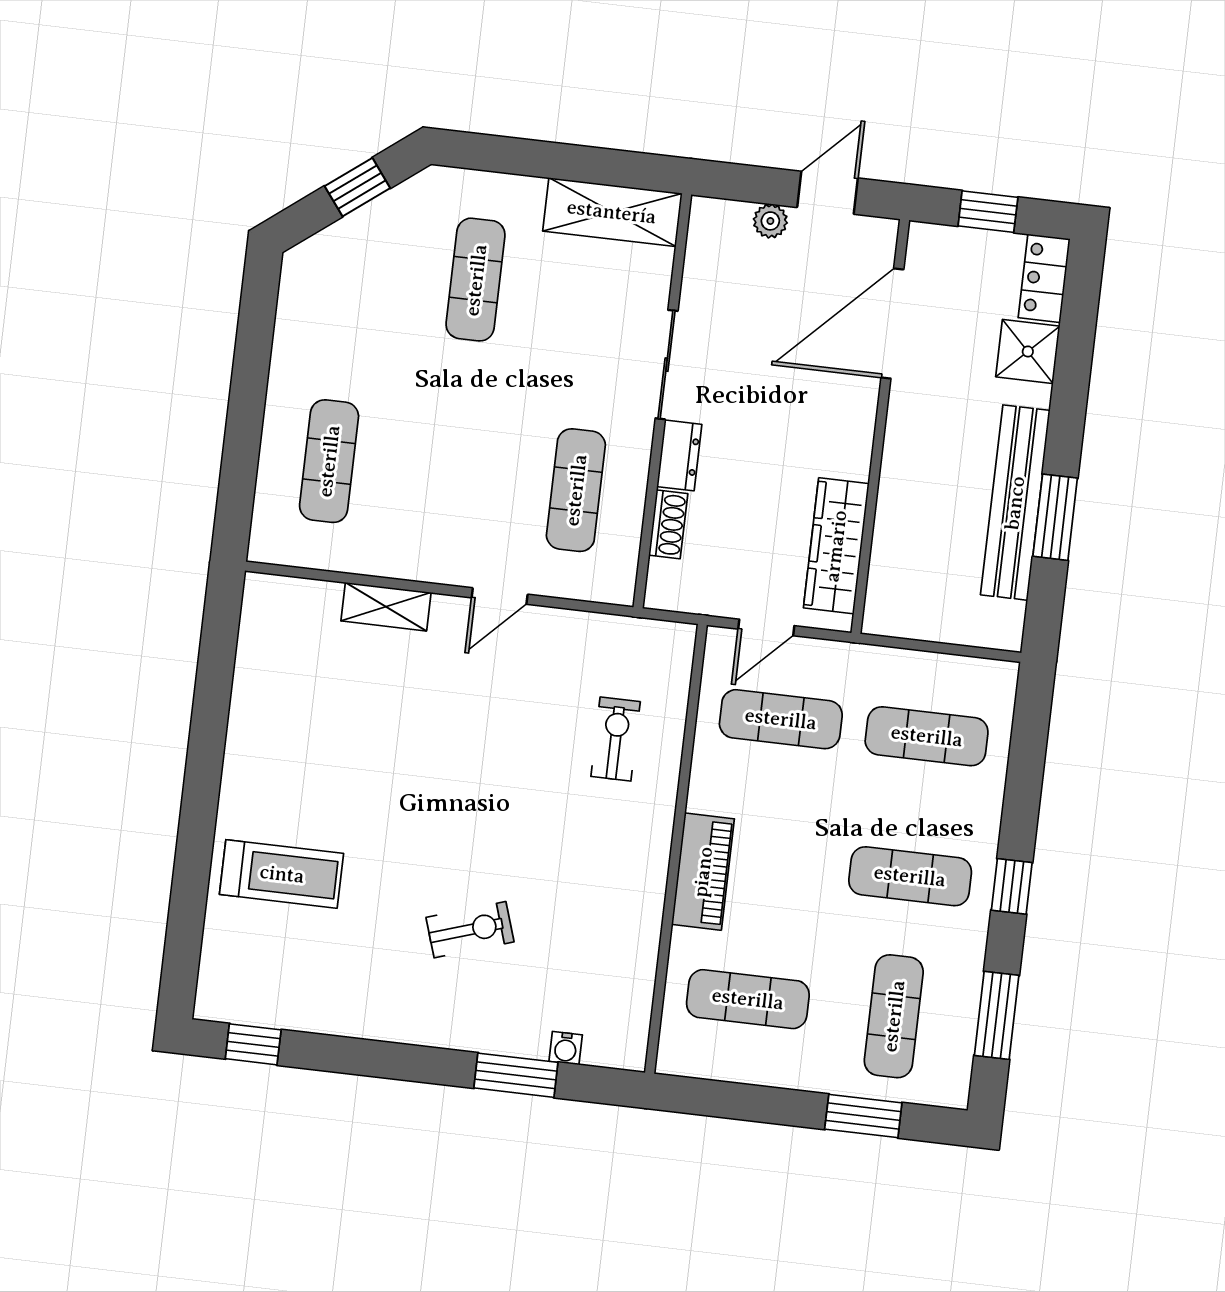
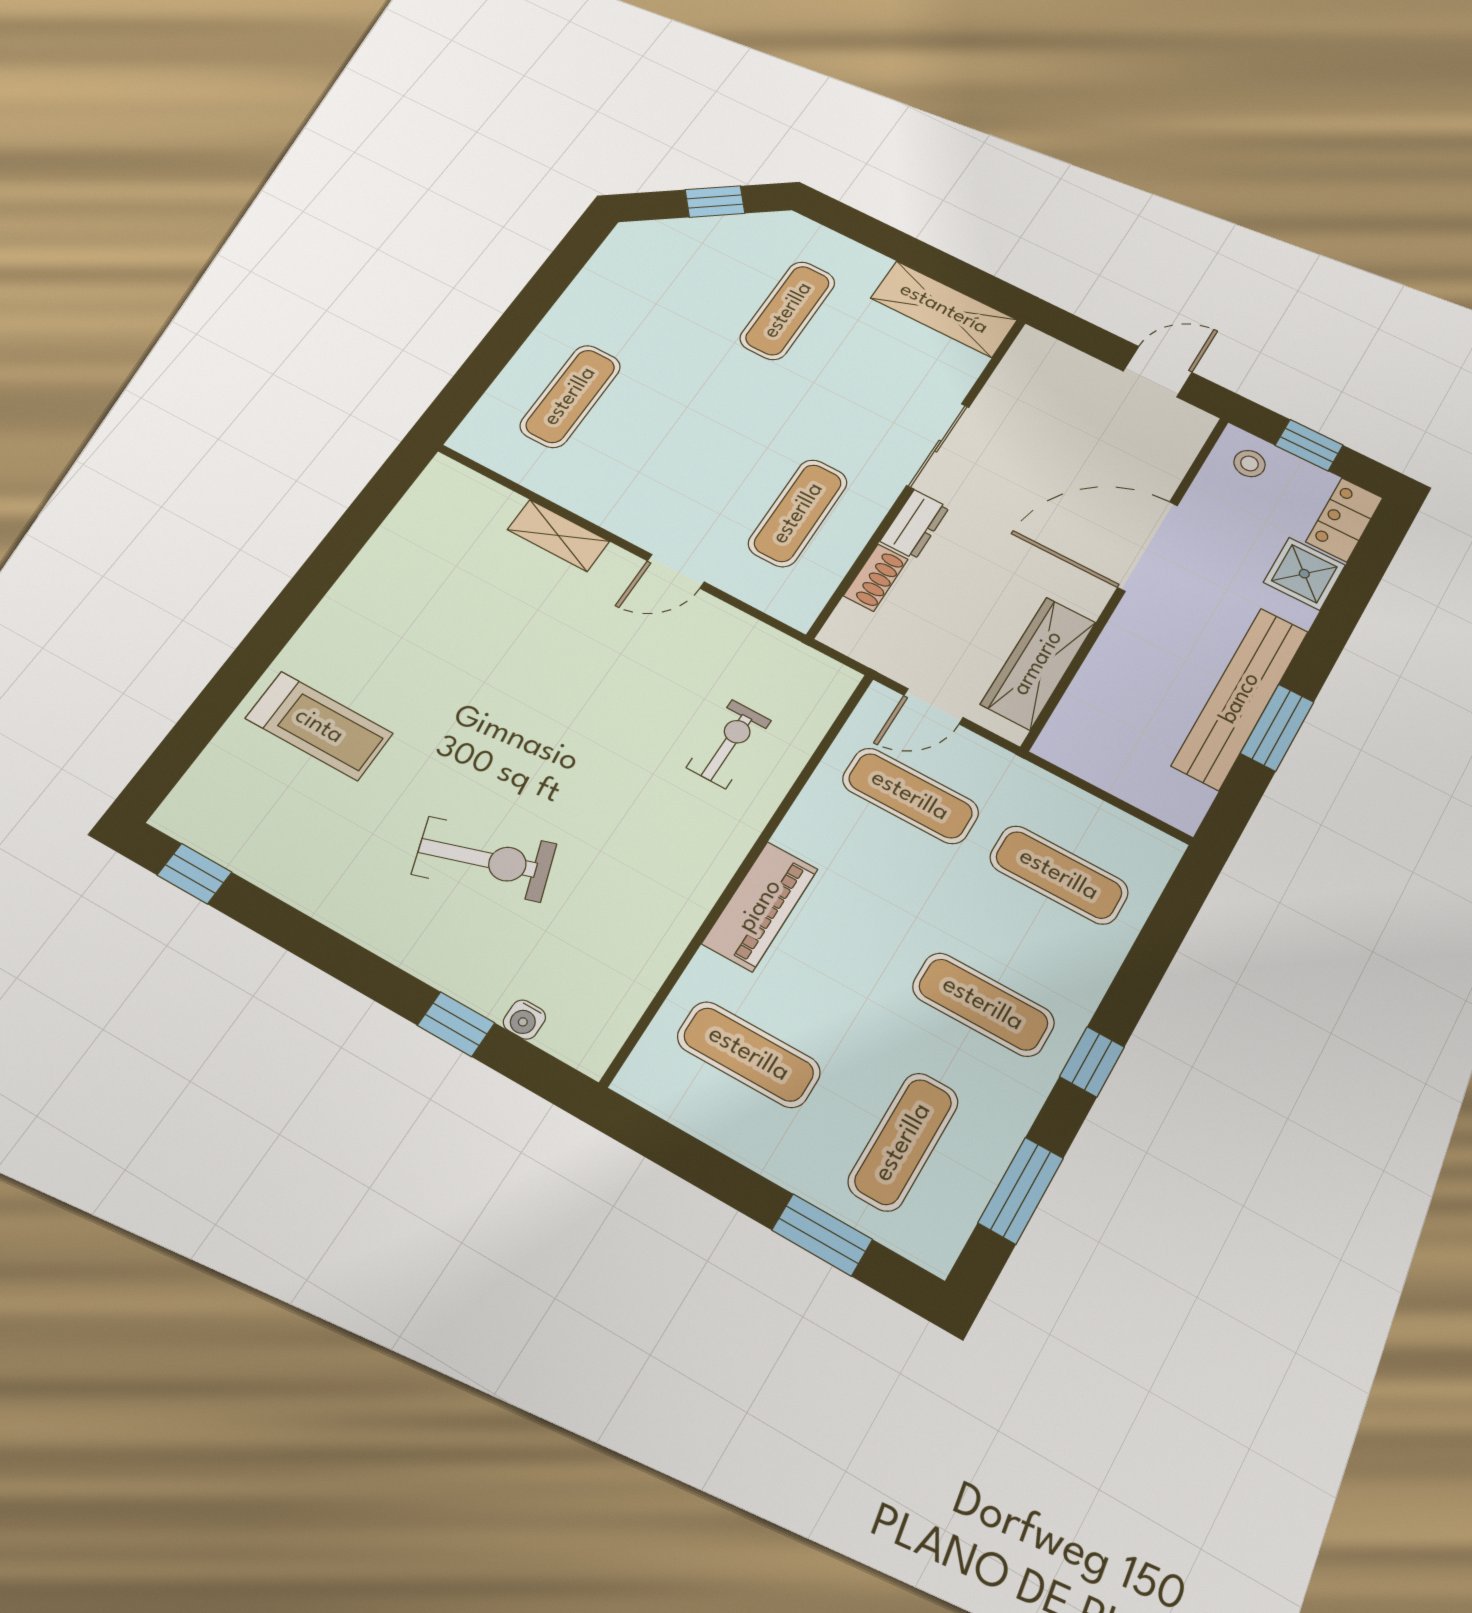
plant: (770, 221) -> (1092, 372), removed
stool: (942, 256) -> (1249, 464), added
door: (892, 323) -> (1148, 546), moved
exercise bike: (470, 930) -> (484, 859), width x1.38, depth x1.39
window: (516, 1075) -> (456, 1024), width x0.67

